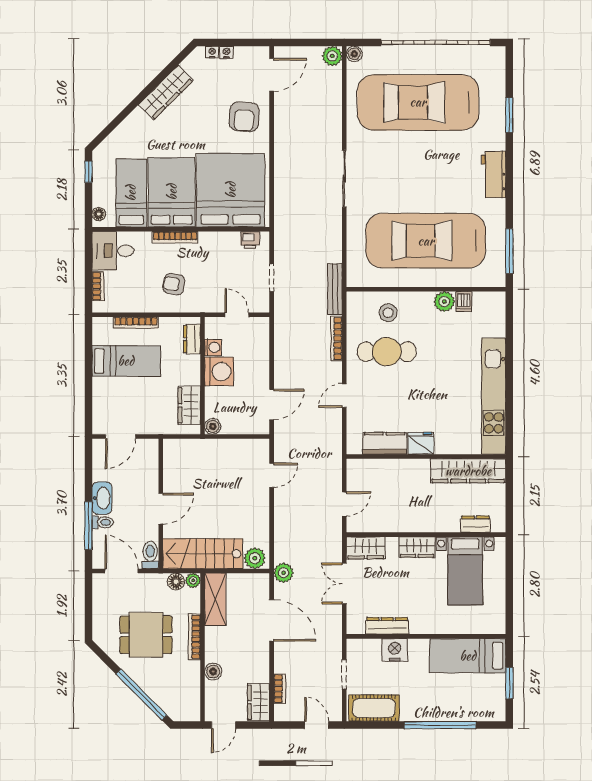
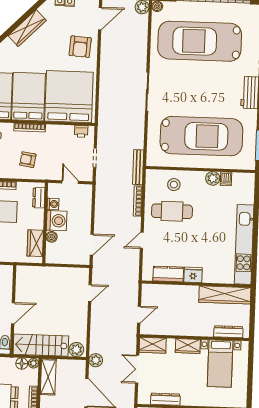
car: (426, 241) -> (201, 136), turned 180
boiler: (213, 426) -> (52, 237), moved
dresser: (475, 524) -> (228, 332), width x1.44

